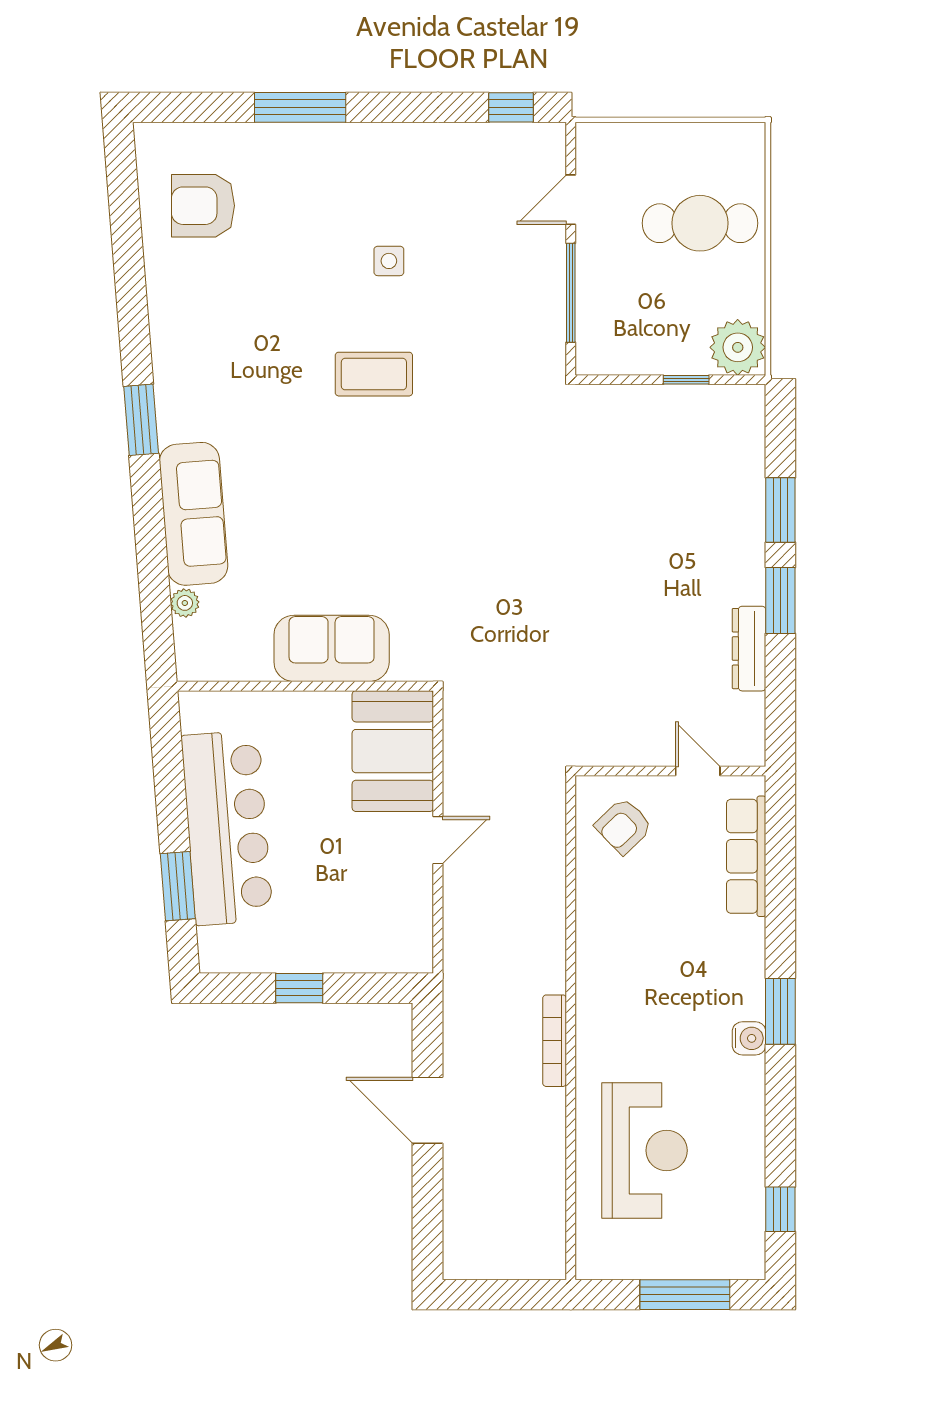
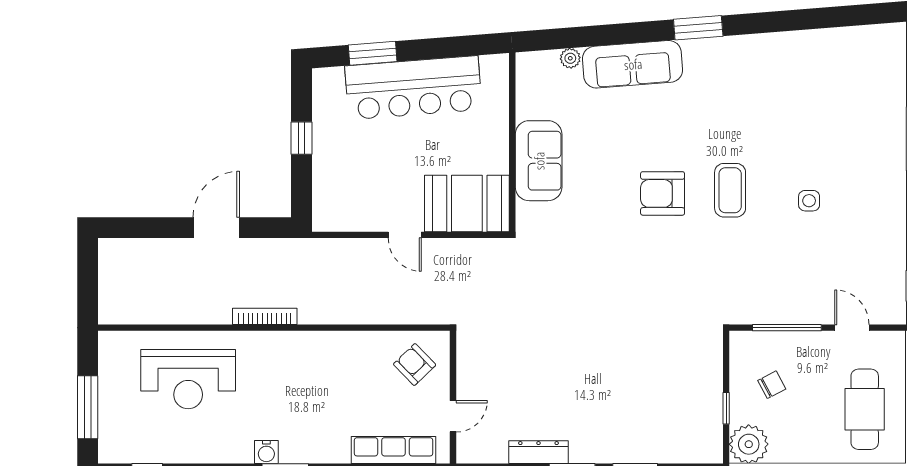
armchair: (203, 206) -> (663, 193), moved, turned -90
cafe table: (700, 223) -> (865, 409), moved
chair: (653, 314) -> (772, 385), added

